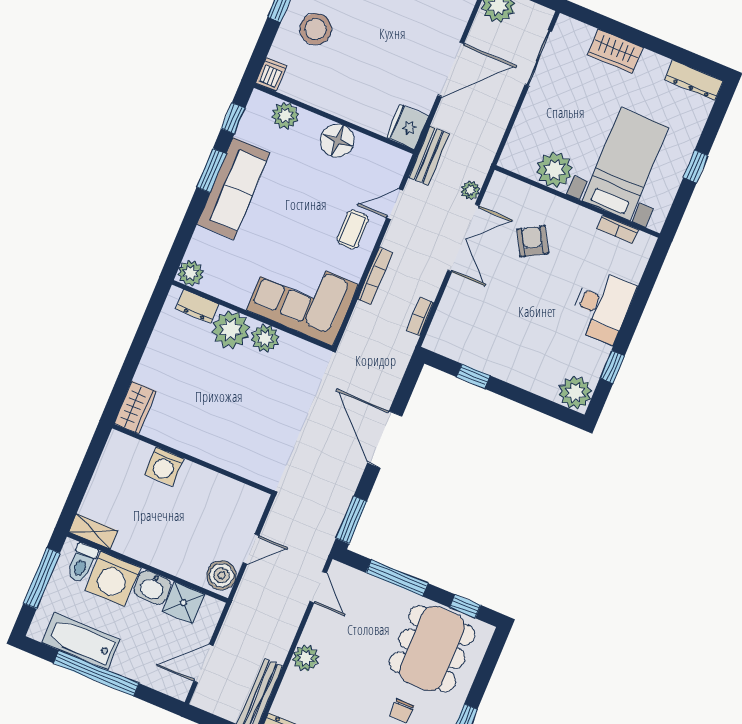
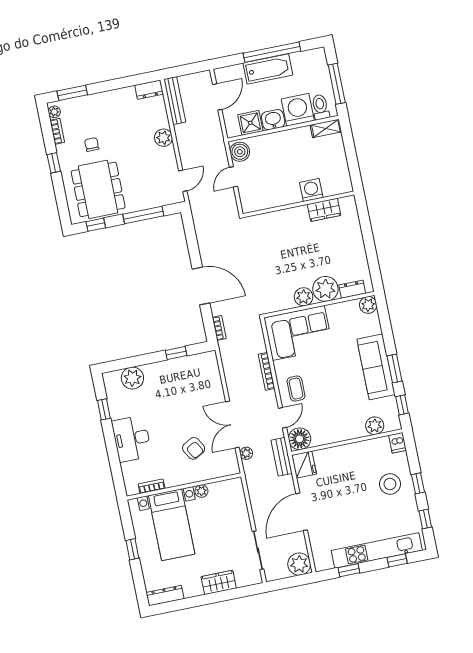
floor lamp: (337, 141) -> (300, 439), moved
plant: (554, 170) -> (201, 491), width x0.53, depth x0.53
bookcase: (420, 317) -> (219, 328), moved
plant: (575, 393) -> (132, 378), moved
wardrobe: (135, 407) -> (324, 210), moved, turned -90
window: (351, 520) -> (190, 230), removed
door: (318, 587) -> (183, 181), swing flipped
bathtub: (81, 641) -> (268, 69), moved

